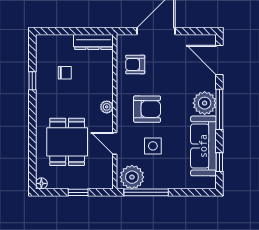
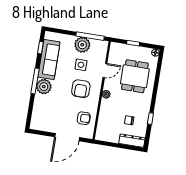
dresser: (93, 42) -> (132, 141), moved
door: (219, 60) -> (30, 112), removed
armchair: (147, 109) -> (81, 89), turned -90
door: (115, 143) -> (105, 70), hinge flipped
plant: (132, 177) -> (82, 45), moved

